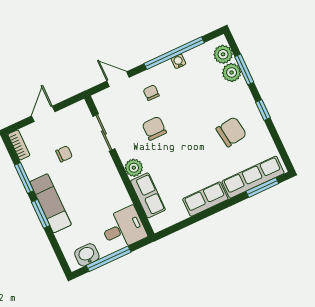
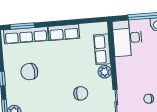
chair: (154, 128) -> (81, 93), turned -90
desk: (123, 228) -> (127, 38), width x1.37

